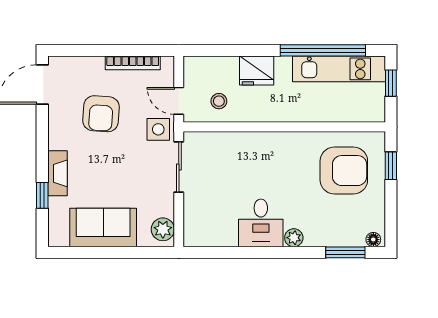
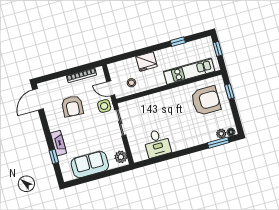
window: (323, 50) -> (178, 42), width x0.32
kitchen unit: (339, 69) -> (189, 71), moved, turned 180
desk: (261, 223) -> (157, 143), moved
plant: (294, 238) -> (221, 134), moved

